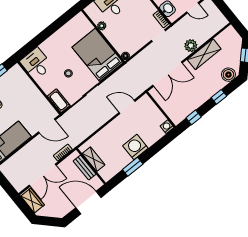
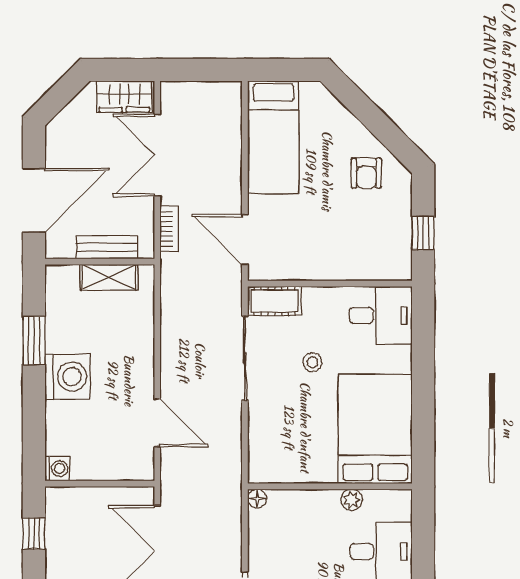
bed: (98, 55) -> (375, 429), moved, turned -90
door: (127, 107) -> (157, 423), hinge flipped
door: (47, 126) -> (245, 239), hinge flipped

